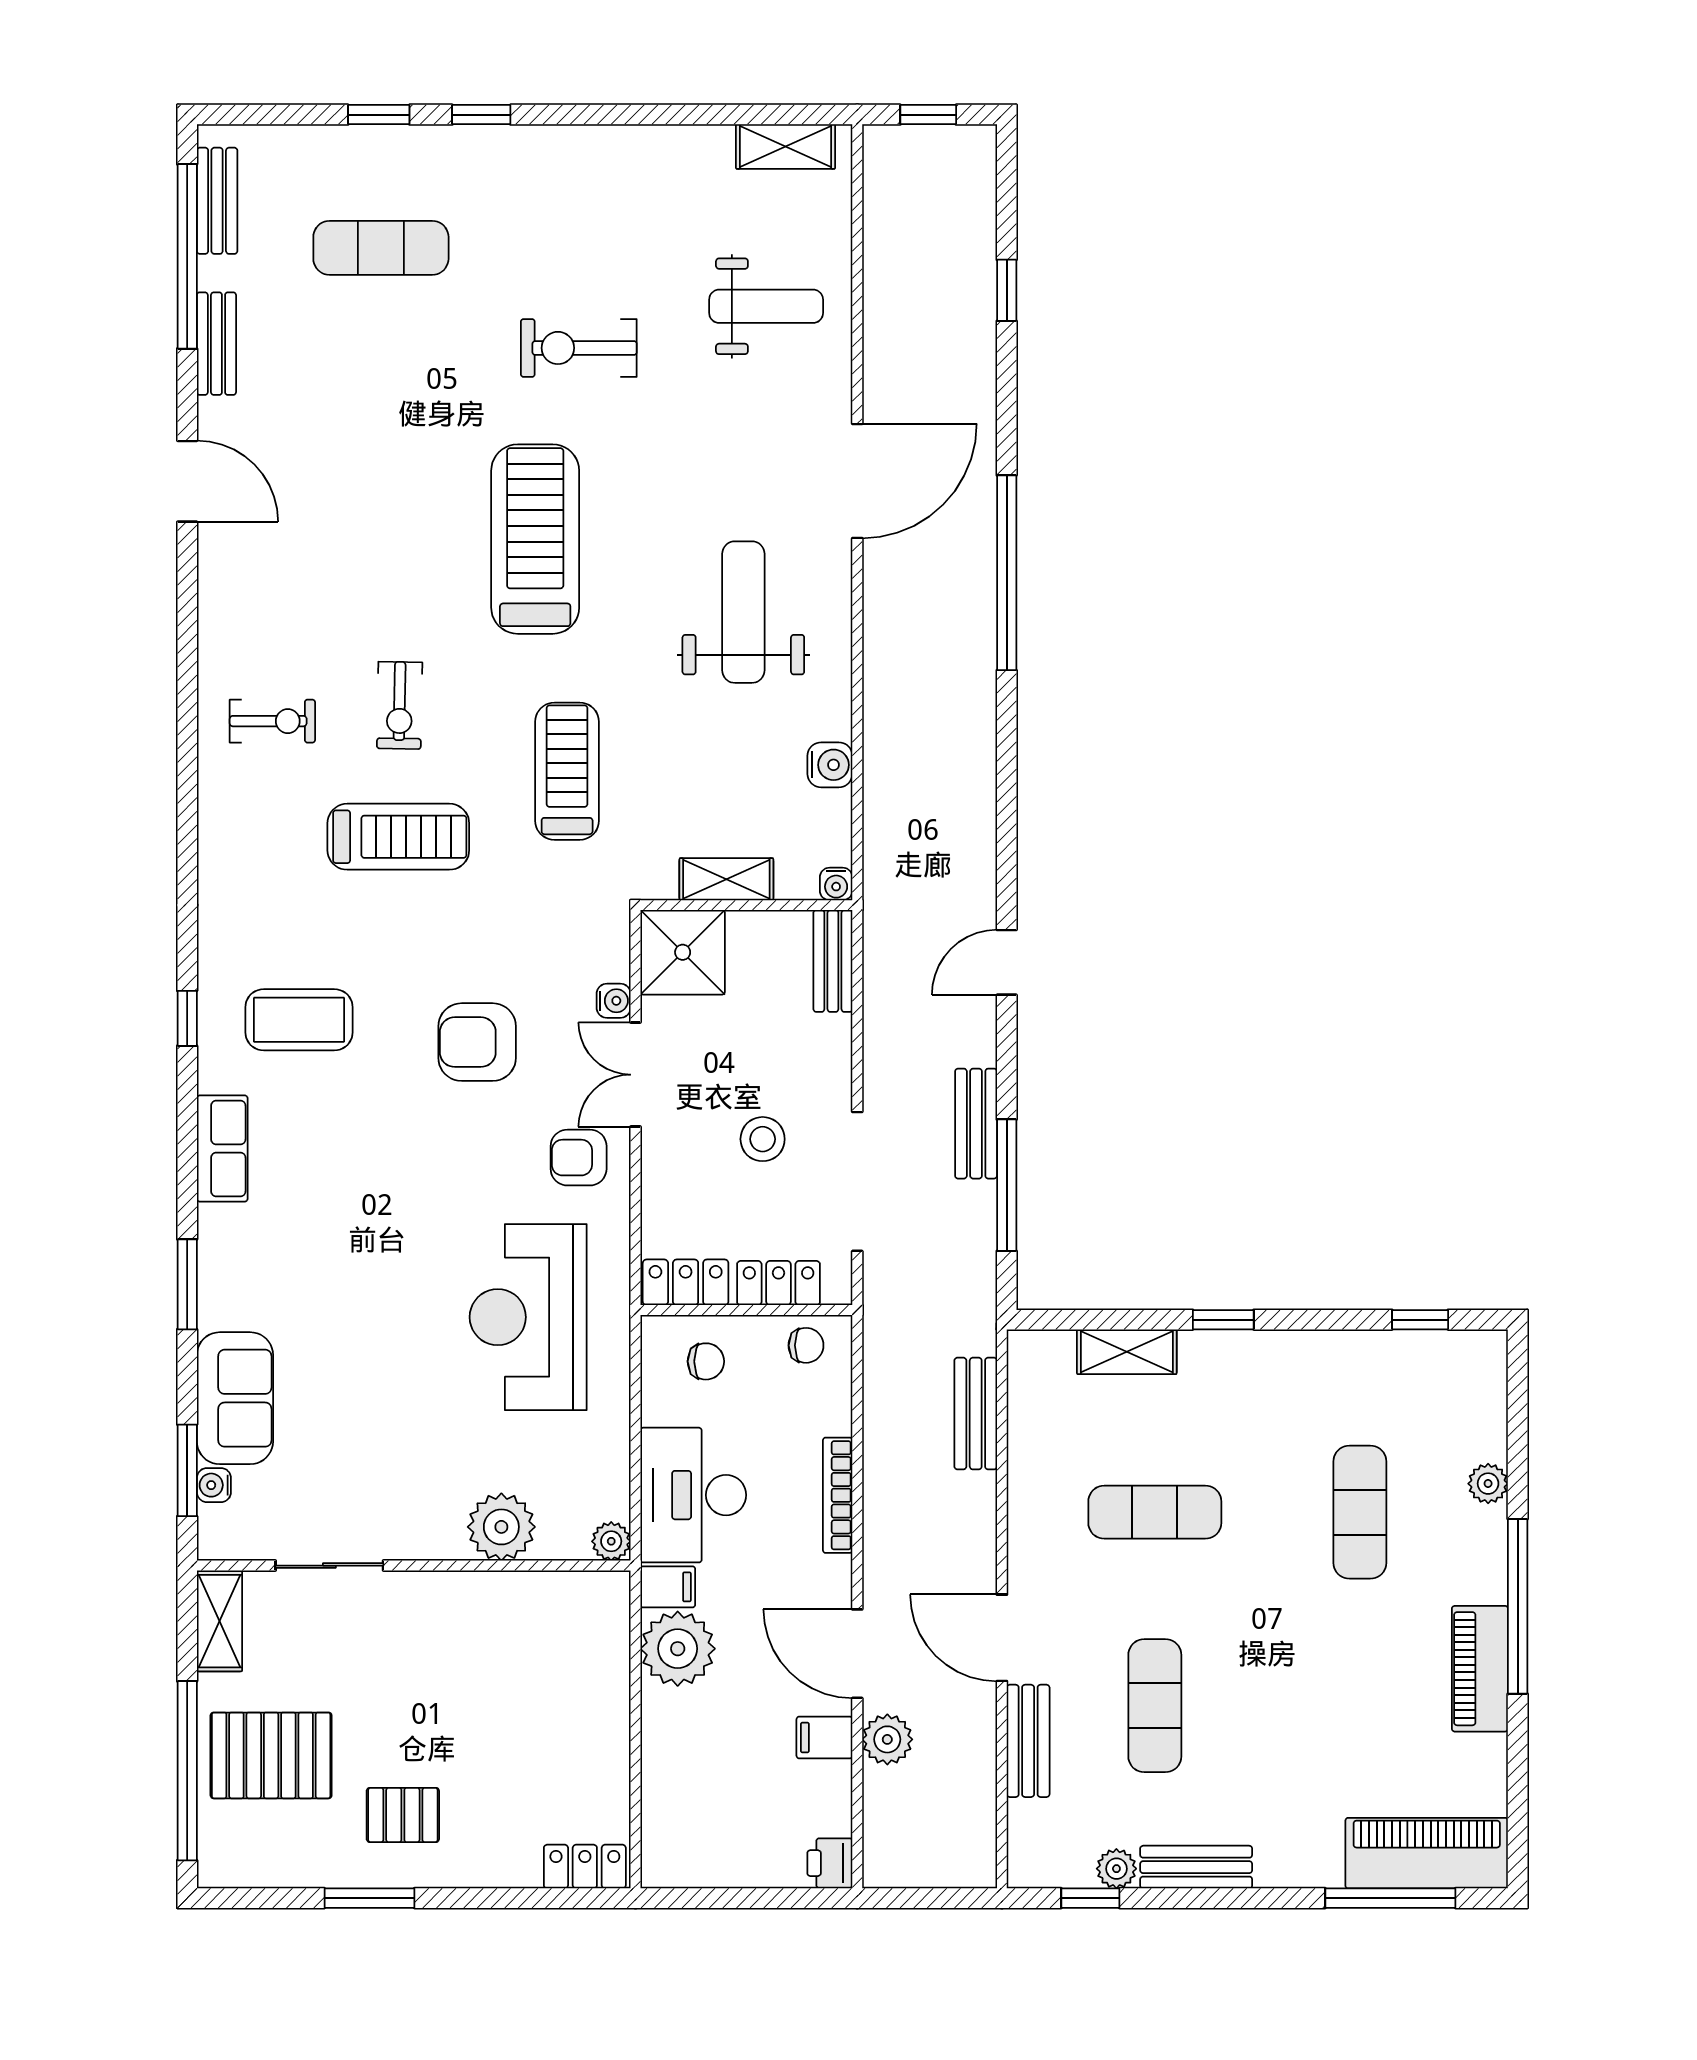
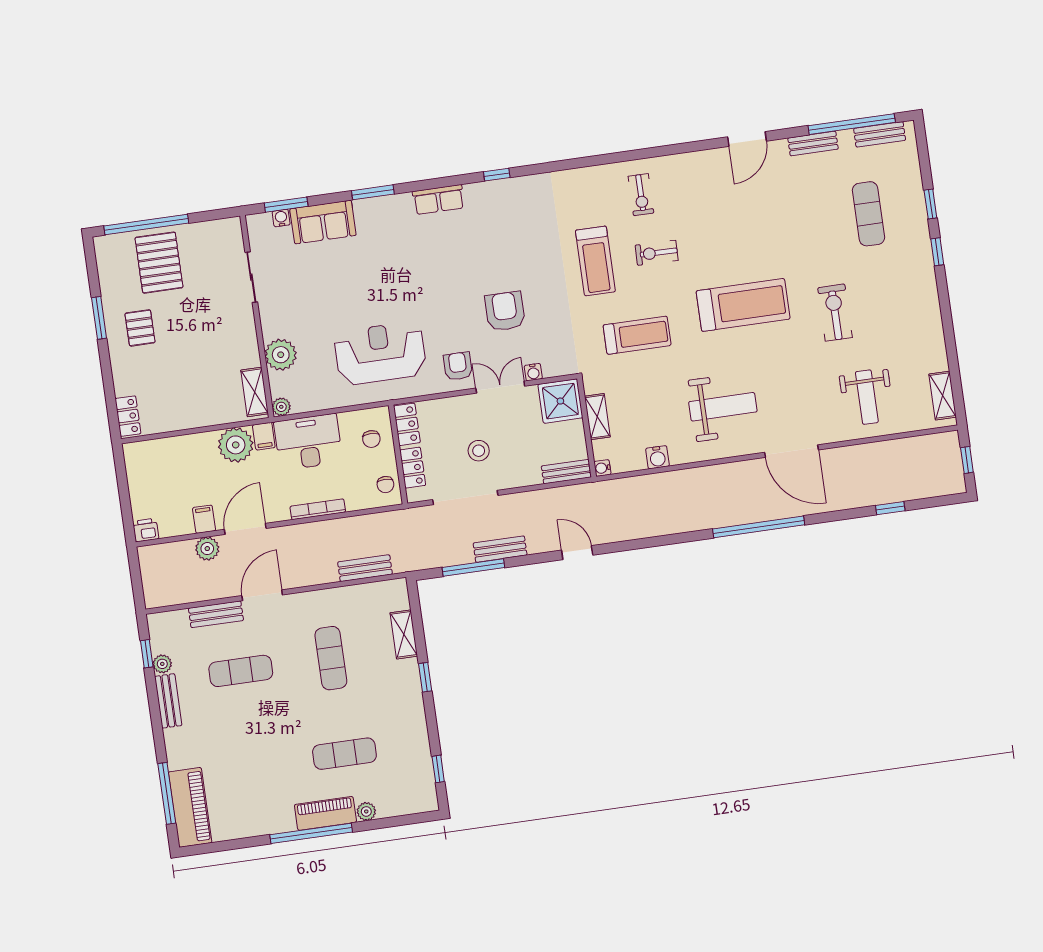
coffee table: (299, 1020) -> (504, 227), removed
shelving: (219, 1621) -> (255, 392), moved, turned 90
piano: (1480, 1669) -> (325, 813), moved

